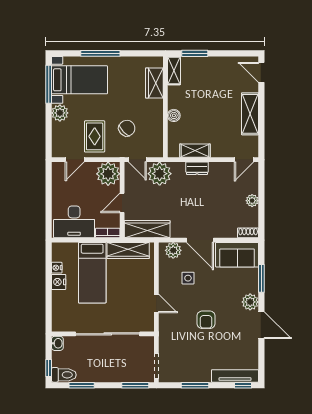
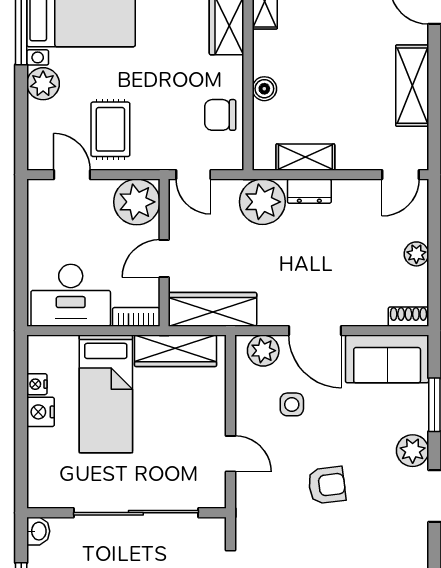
chair: (127, 128) -> (220, 115), moved, turned -137
door: (75, 160) -> (72, 175), swing flipped
plant: (160, 174) -> (262, 202), moved
armchair: (206, 320) -> (327, 485), turned -97

